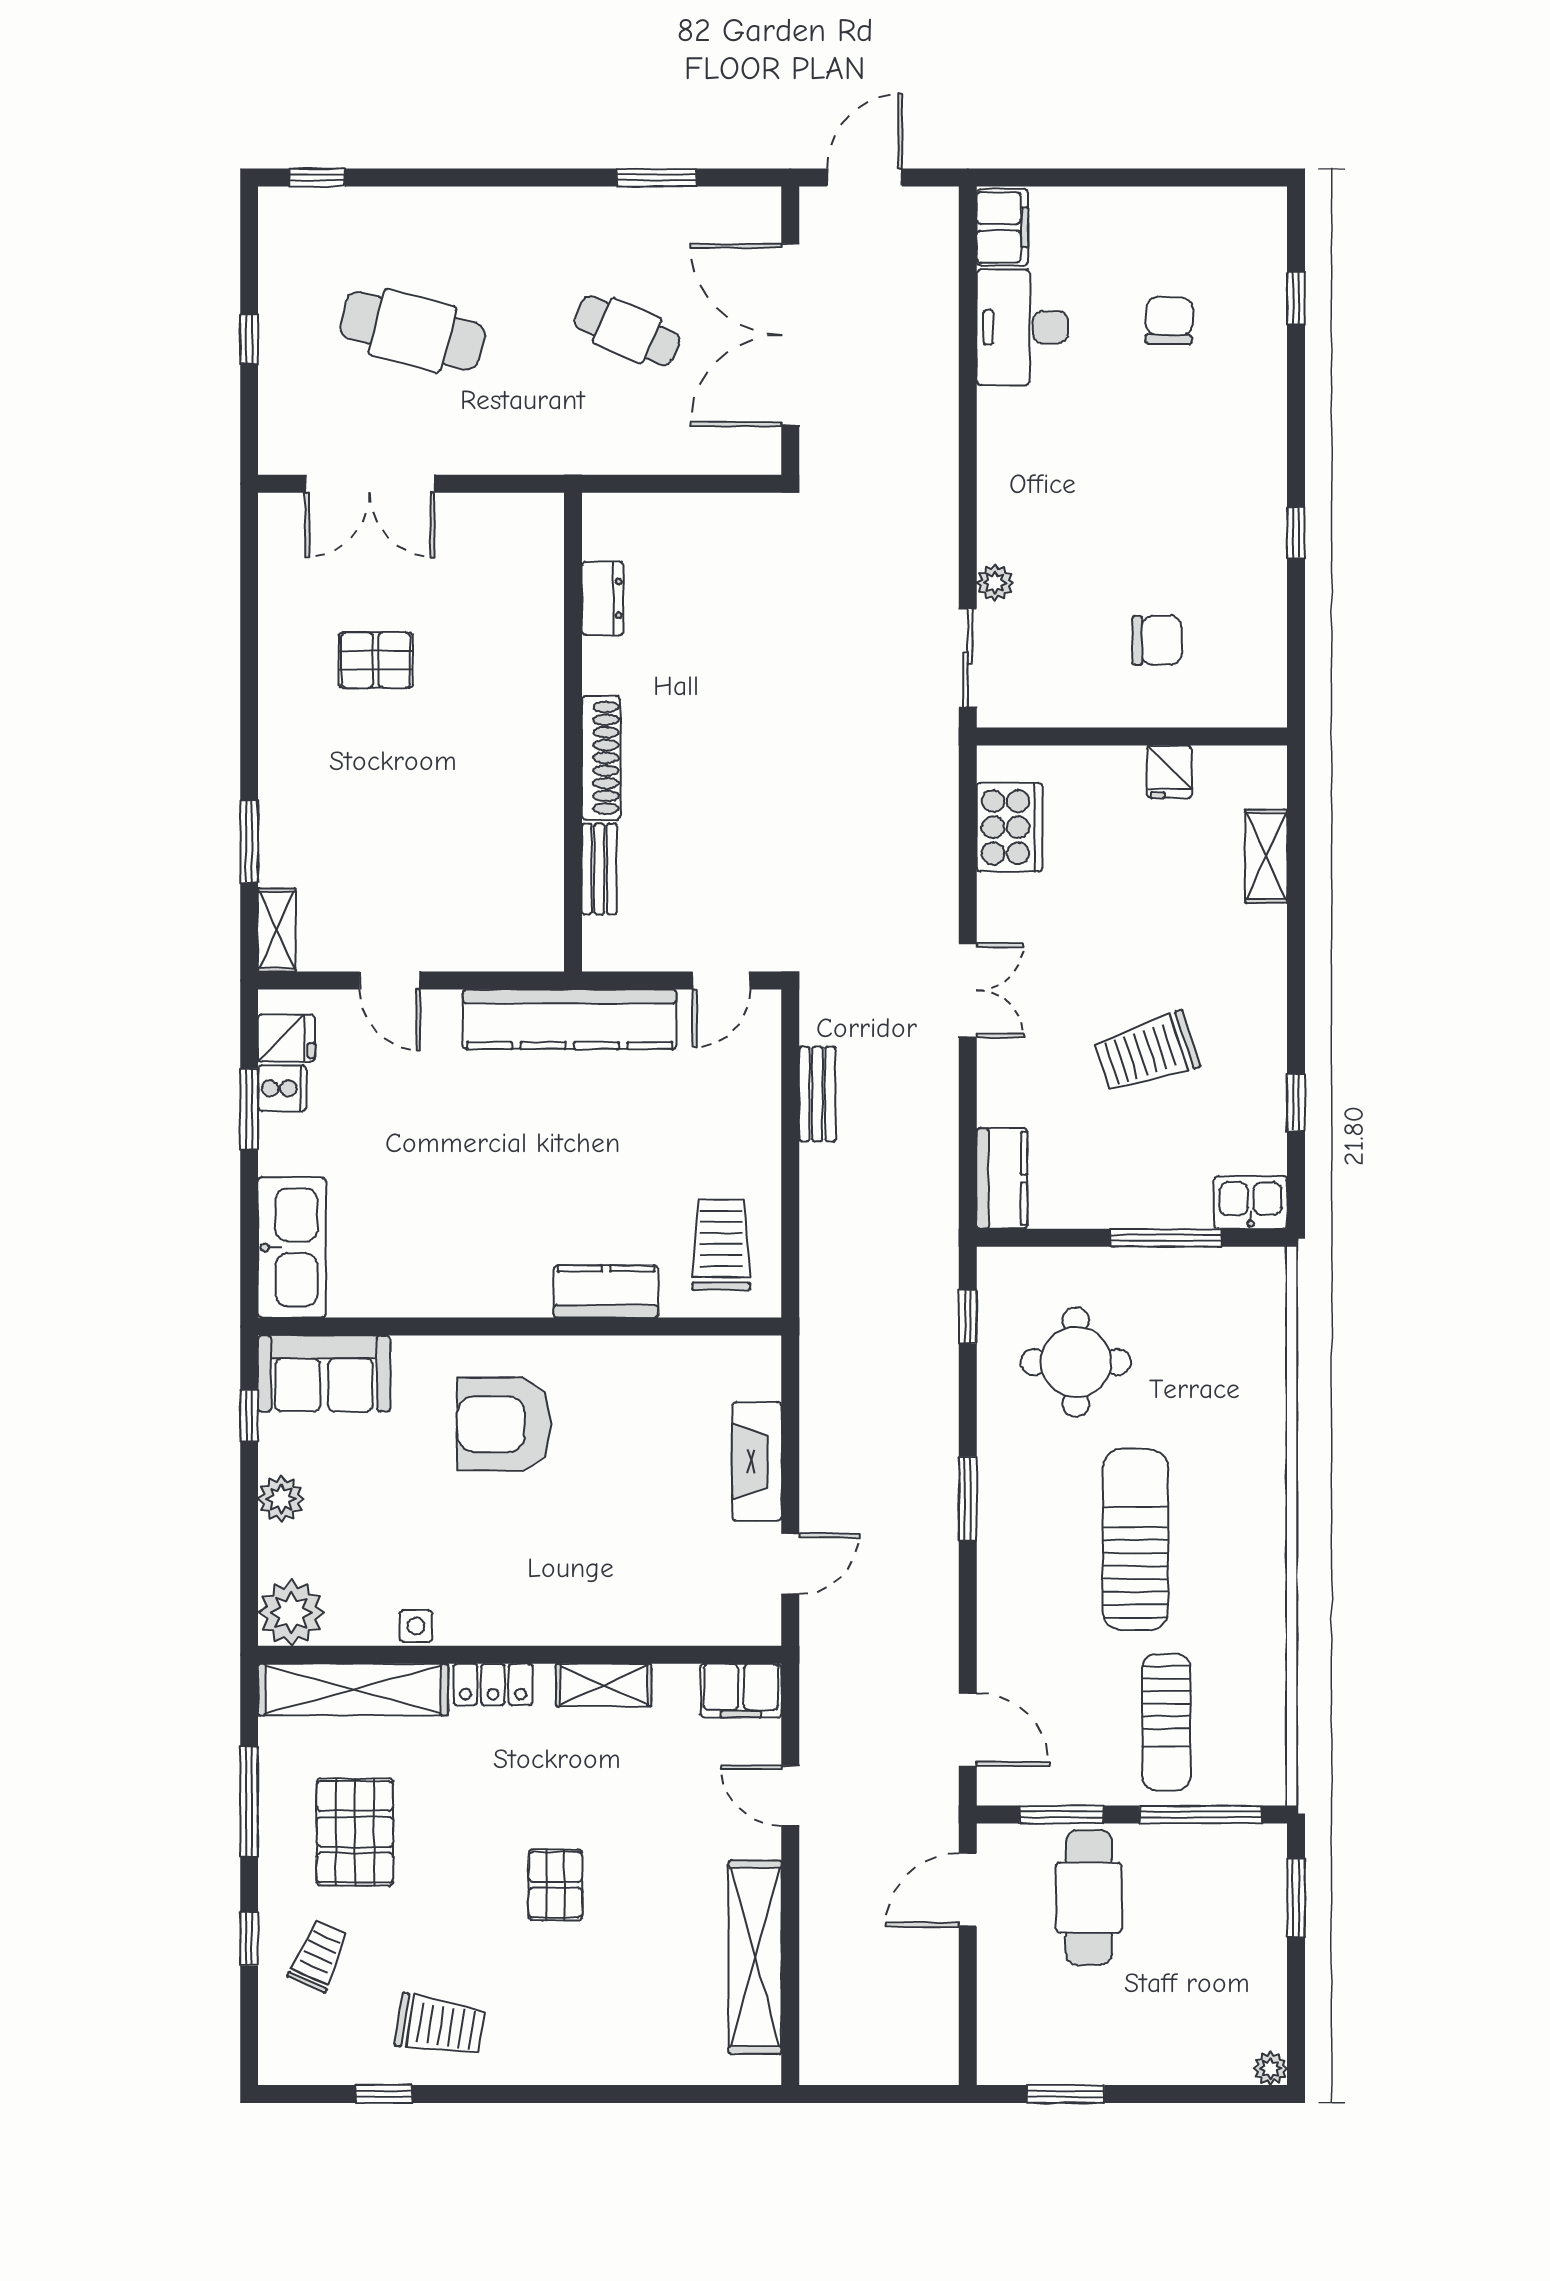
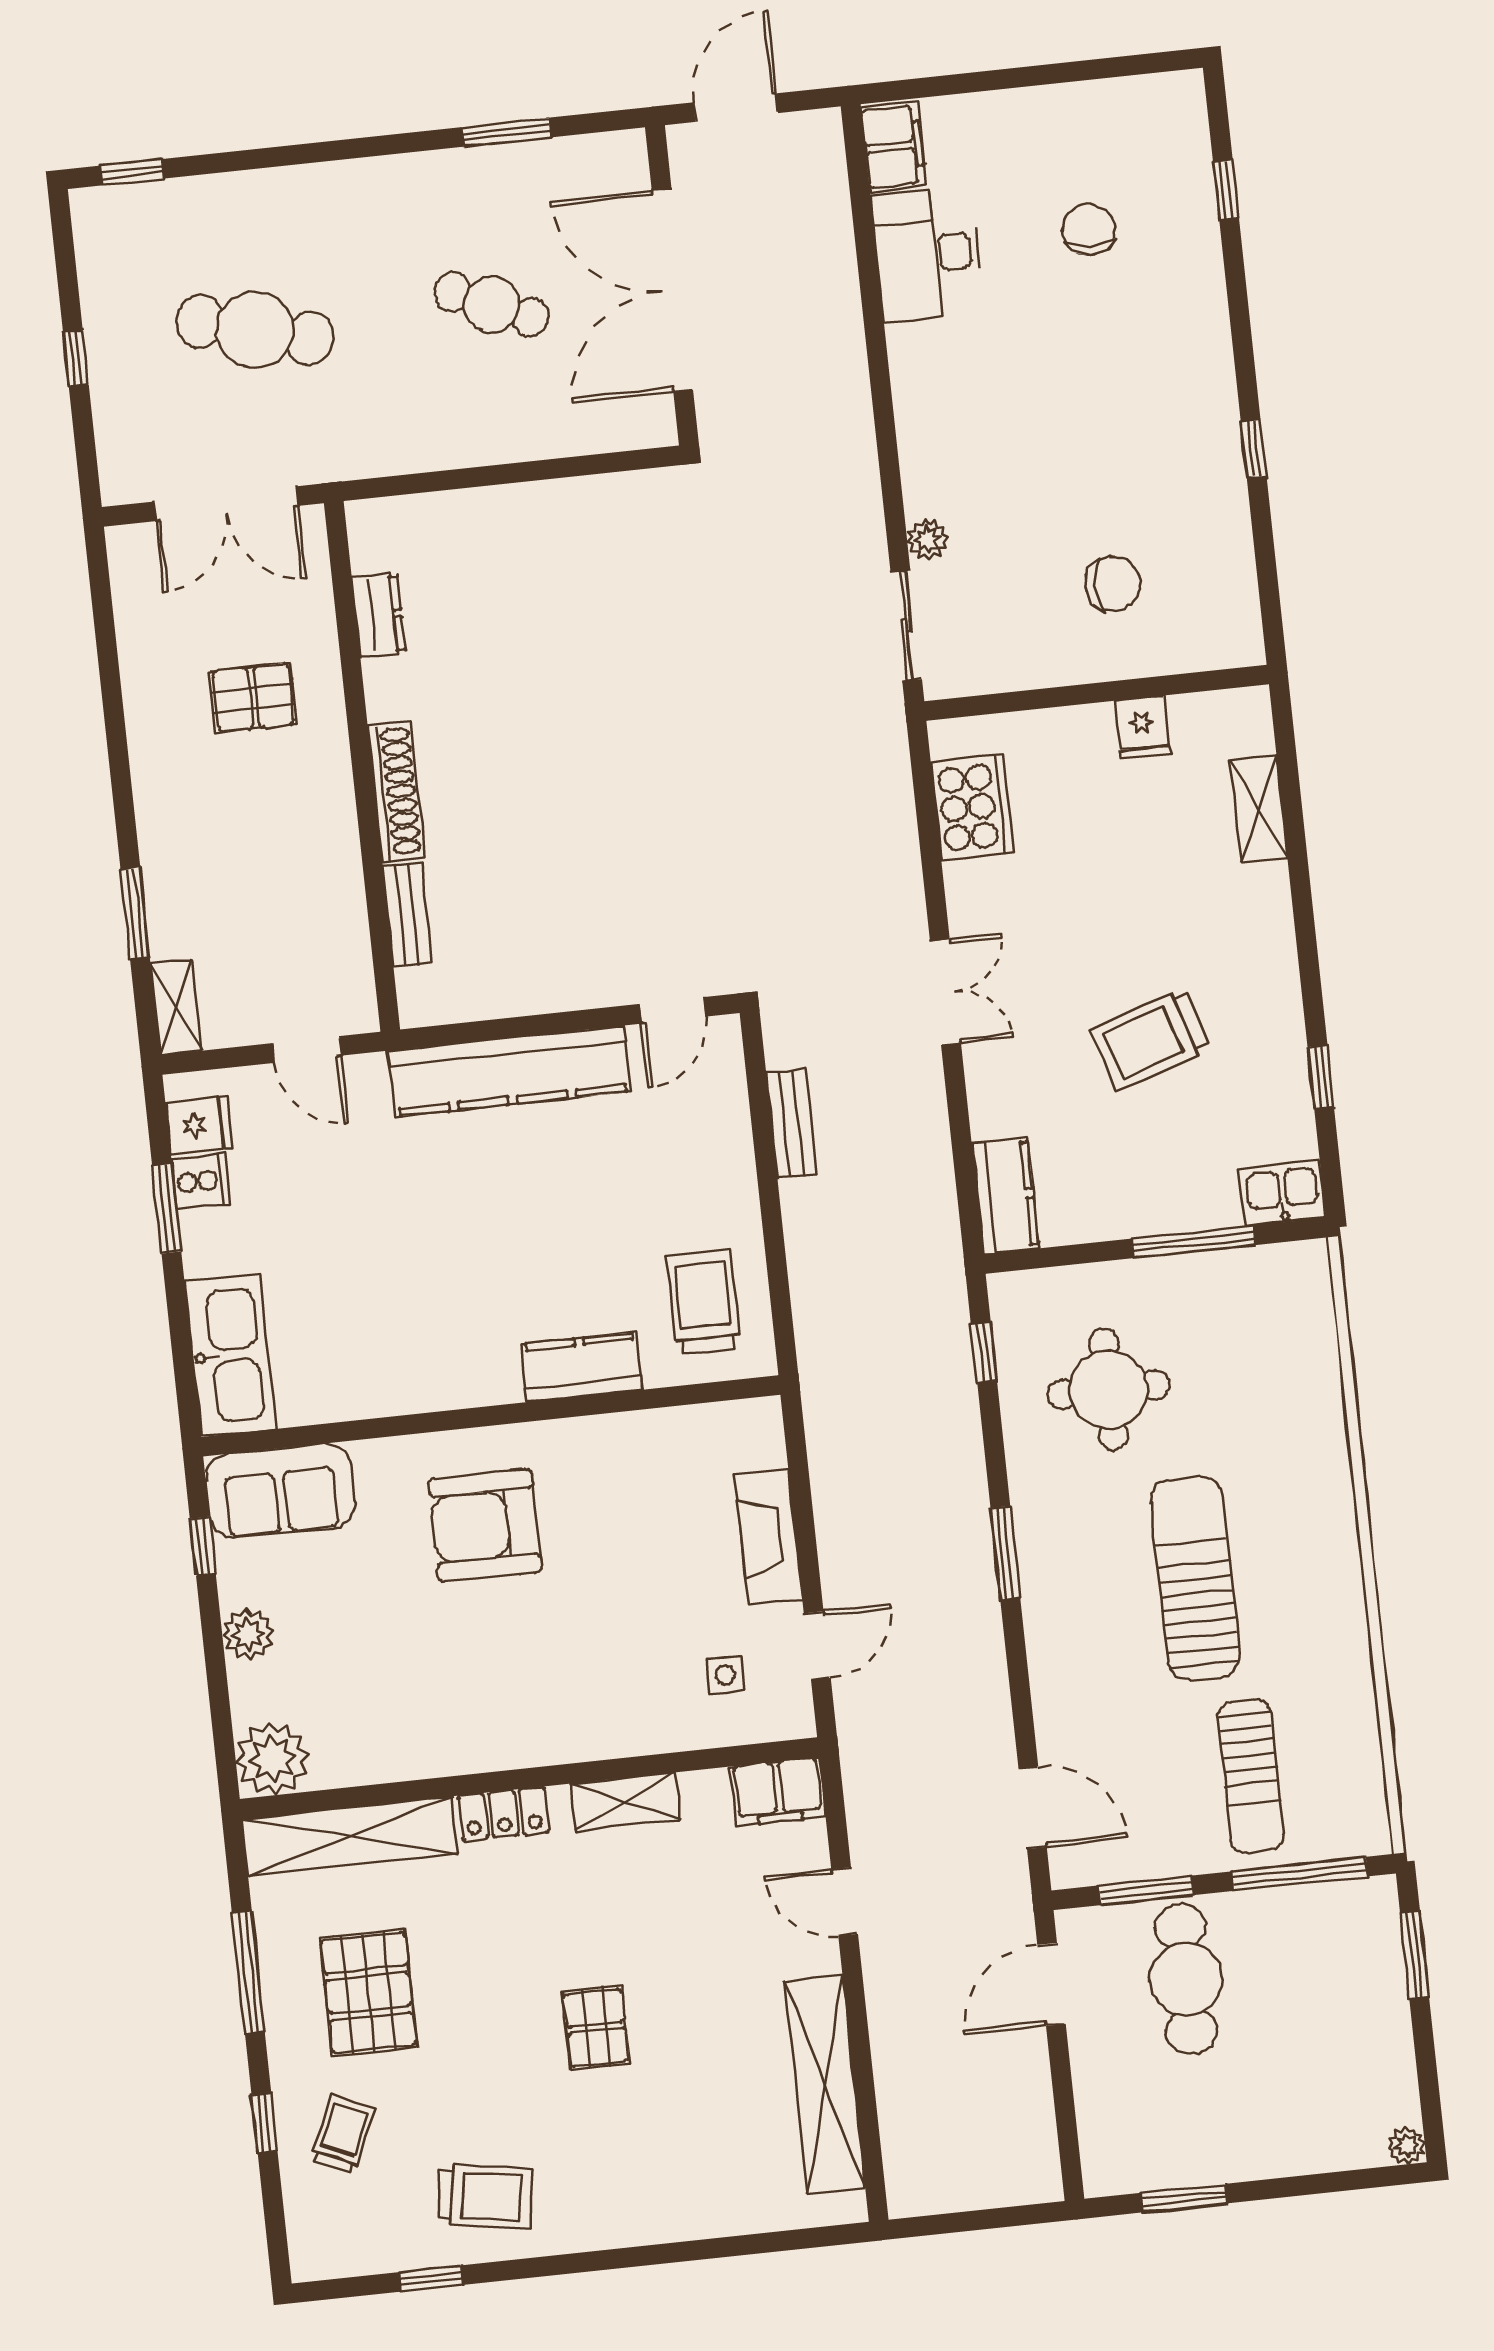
dresser: (603, 598) -> (379, 615), moved
wall: (573, 732) -> (362, 766), moved
shoe rack: (601, 758) -> (396, 791), moved
bench: (599, 869) -> (407, 914), moved
side table: (416, 1626) -> (725, 1675), moved

